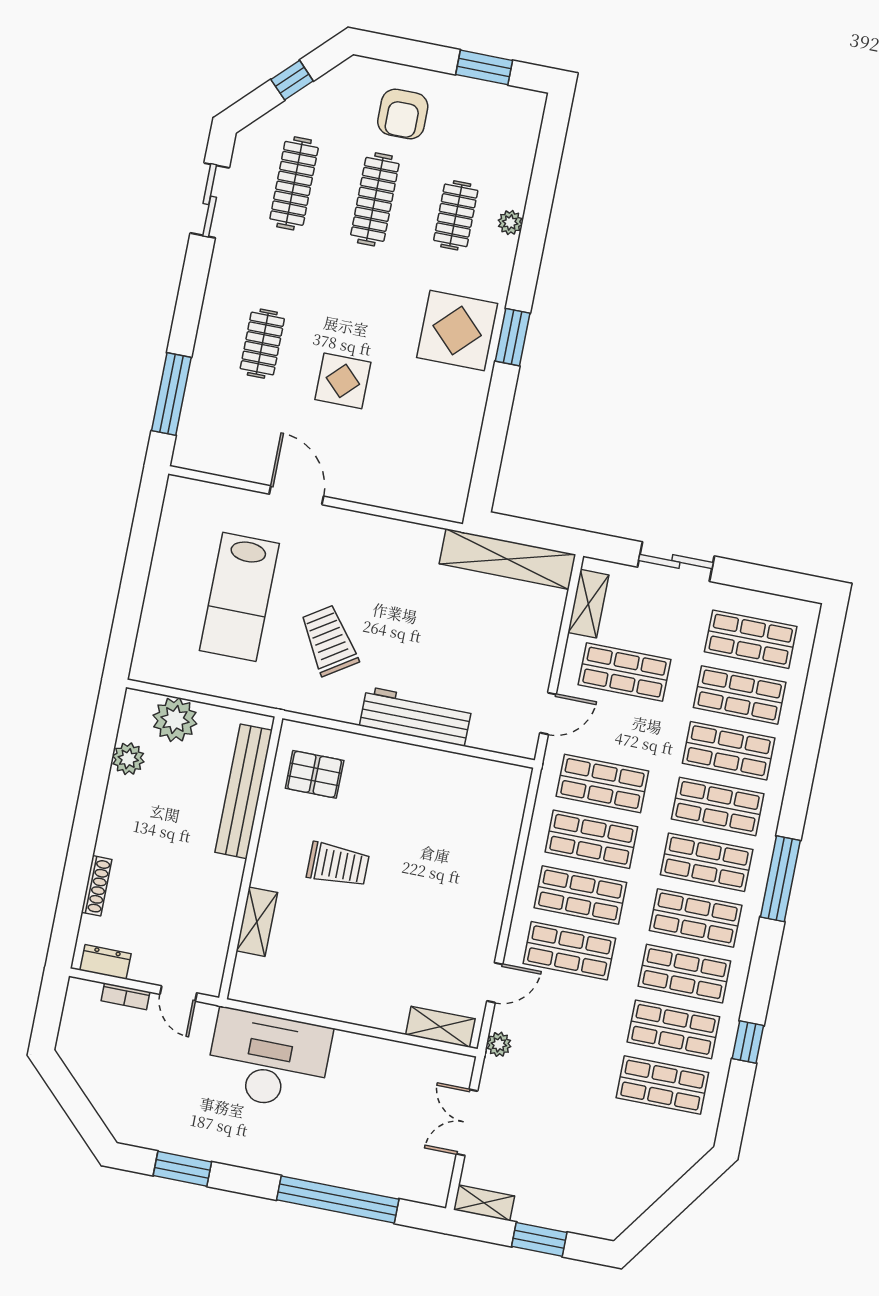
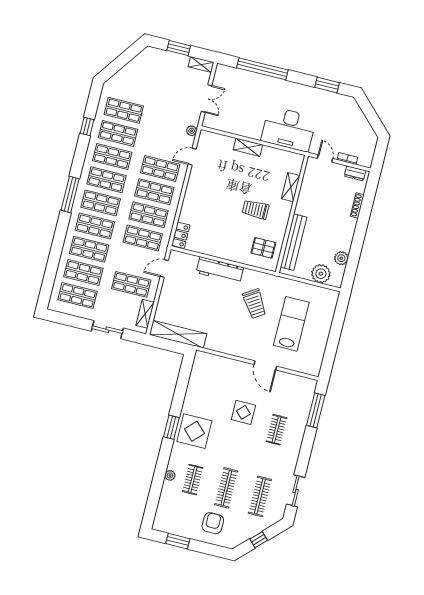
locker: (512, 795) -> (181, 235), added
shelving: (440, 1027) -> (248, 147), moved

